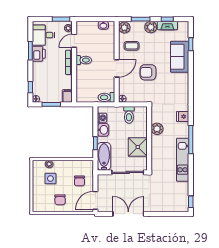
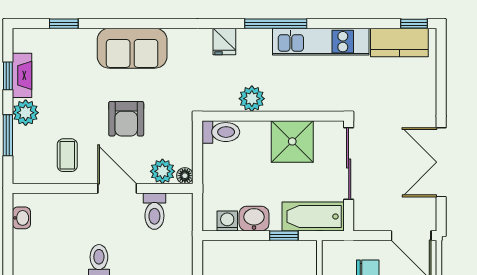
plant: (124, 28) -> (162, 171), moved
sofa: (180, 57) -> (132, 48), moved
toilet: (106, 97) -> (154, 211), moved
toilet: (129, 115) -> (221, 132), moved
kitchen counter: (182, 195) -> (399, 42), added

